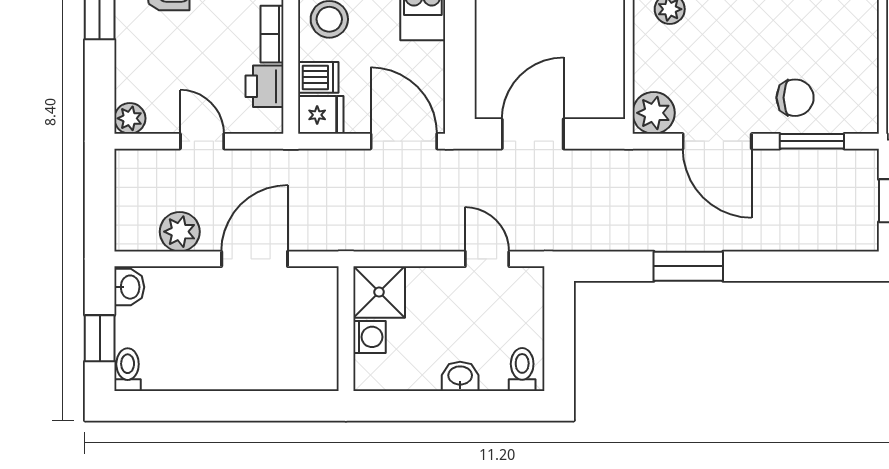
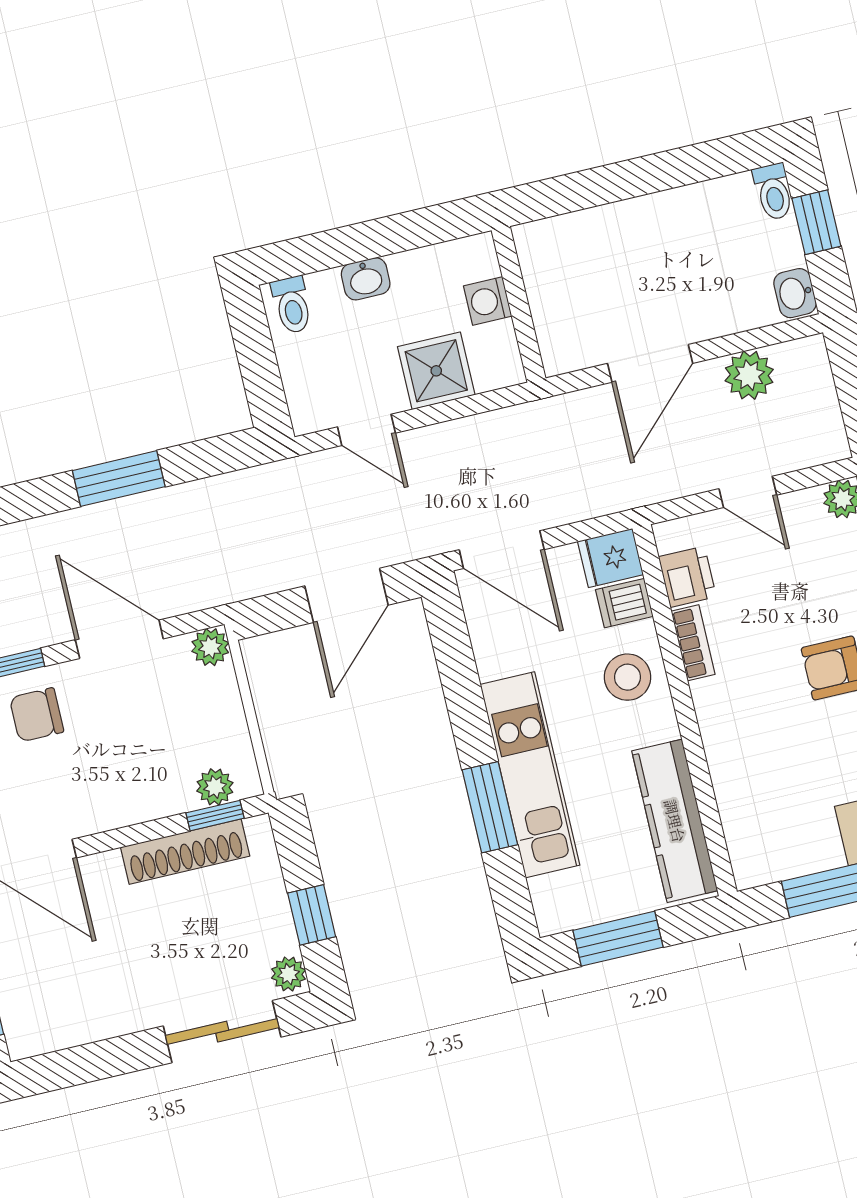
plant: (654, 113) -> (210, 647), width x0.73, depth x0.73
shower: (379, 292) -> (436, 371), moved

